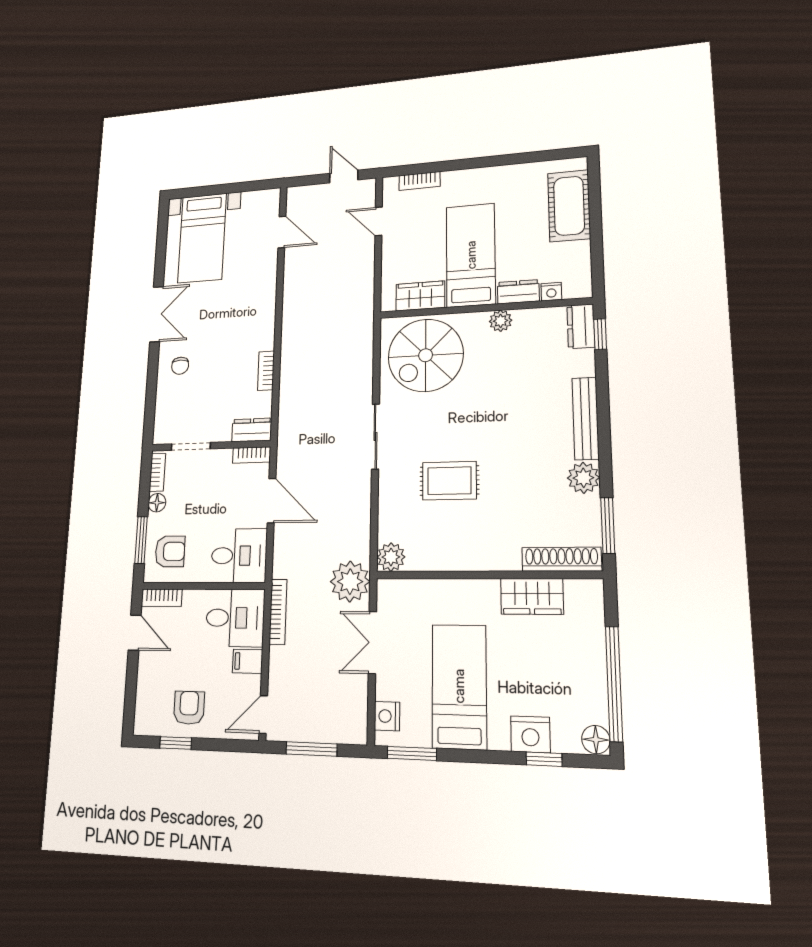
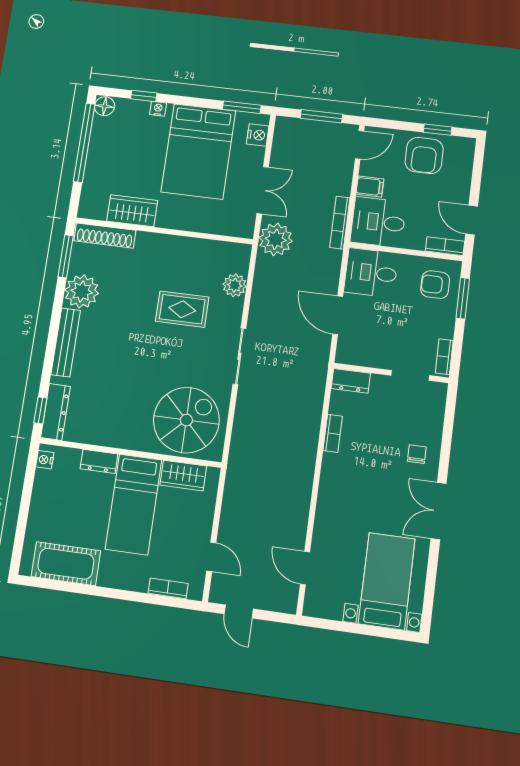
cot: (569, 206) -> (66, 564), moved, turned 90
nightstand: (551, 292) -> (45, 460), moved, turned -90
plant: (501, 321) -> (118, 438), removed
dresser: (581, 326) -> (55, 412), width x1.44
bookcase: (252, 455) -> (353, 358), removed
plant: (583, 478) -> (82, 291), width x1.36, depth x1.36
floor lamp: (157, 503) -> (446, 329), removed
plant: (391, 557) -> (235, 285), moved
bed: (459, 686) -> (198, 151), width x1.50
armchair: (189, 708) -> (424, 156), width x1.38, depth x1.38
nightstand: (530, 734) -> (158, 109), width x0.53, depth x0.56

